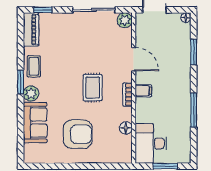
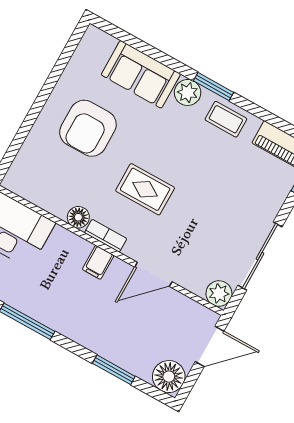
floor lamp: (186, 18) -> (169, 377), width x1.89, depth x1.89
floor lamp: (126, 128) -> (78, 217), moved

